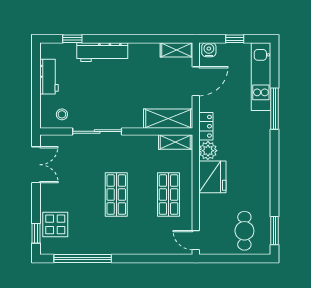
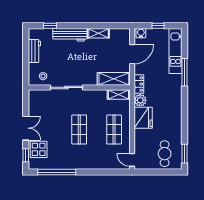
shelving: (176, 50) -> (98, 33), moved
double door: (36, 165) -> (26, 128), moved

